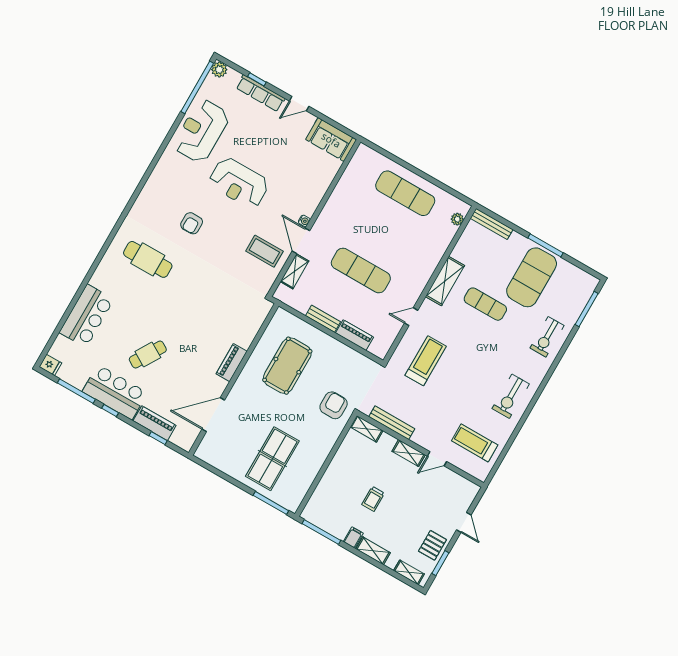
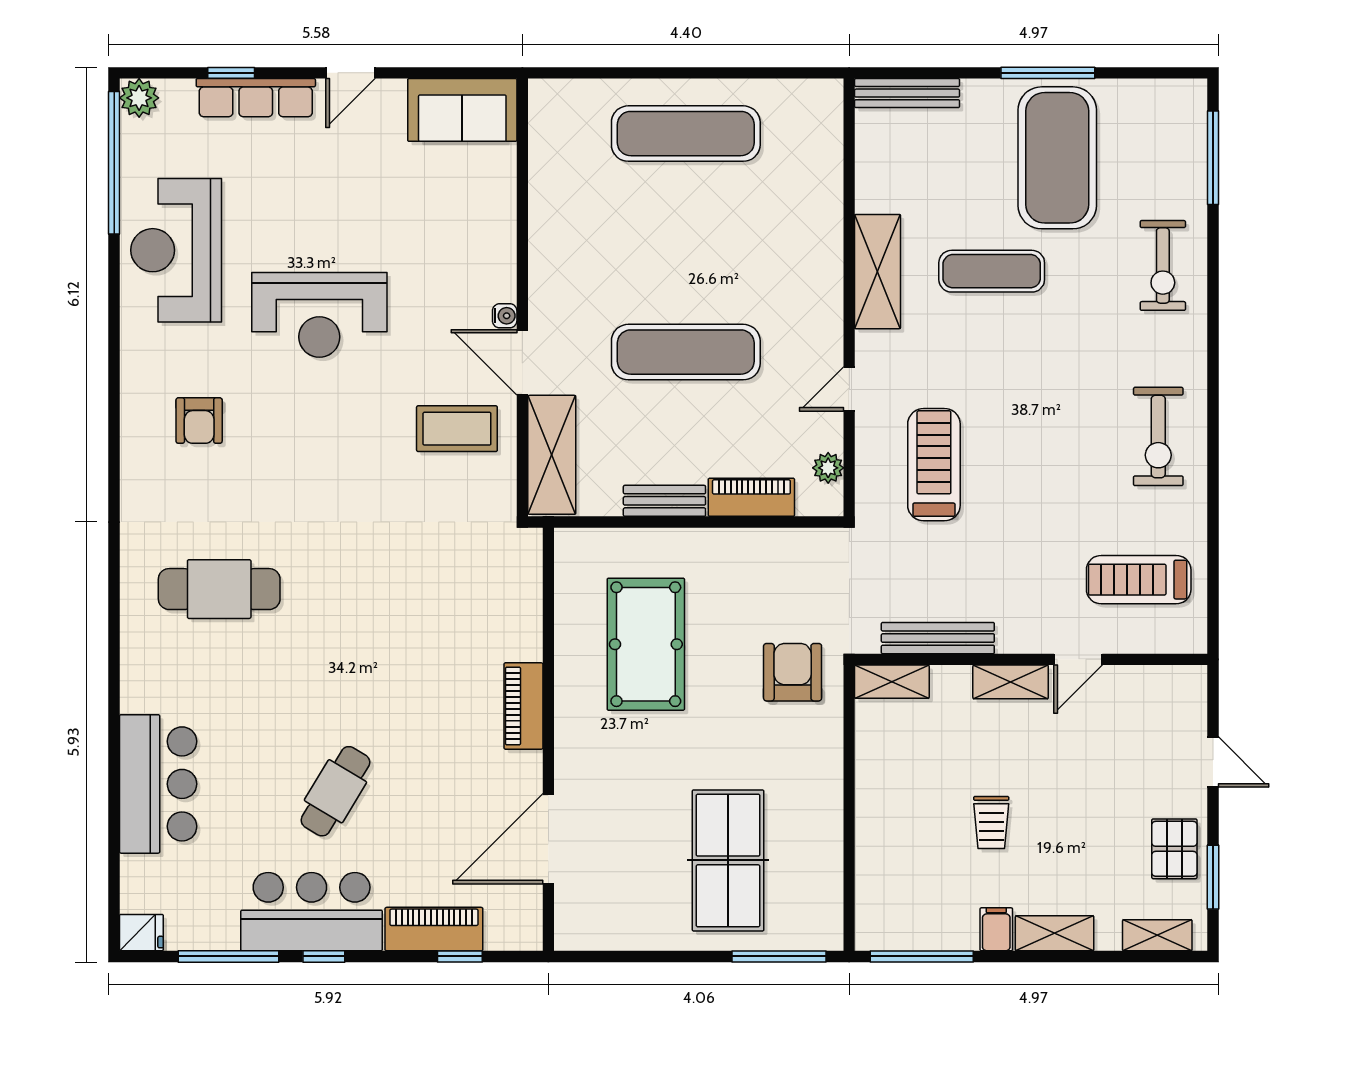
plant: (457, 219) -> (828, 468), moved
armchair: (192, 223) -> (199, 421), moved
shelving: (295, 271) -> (552, 455), width x1.50, depth x1.33

